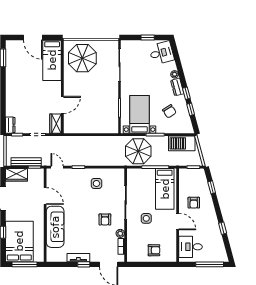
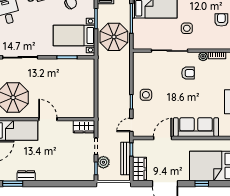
door: (62, 105) -> (48, 119), moved
dresser: (10, 125) -> (26, 176), moved
plant: (23, 141) -> (103, 162), added
side table: (96, 183) -> (146, 95), moved

